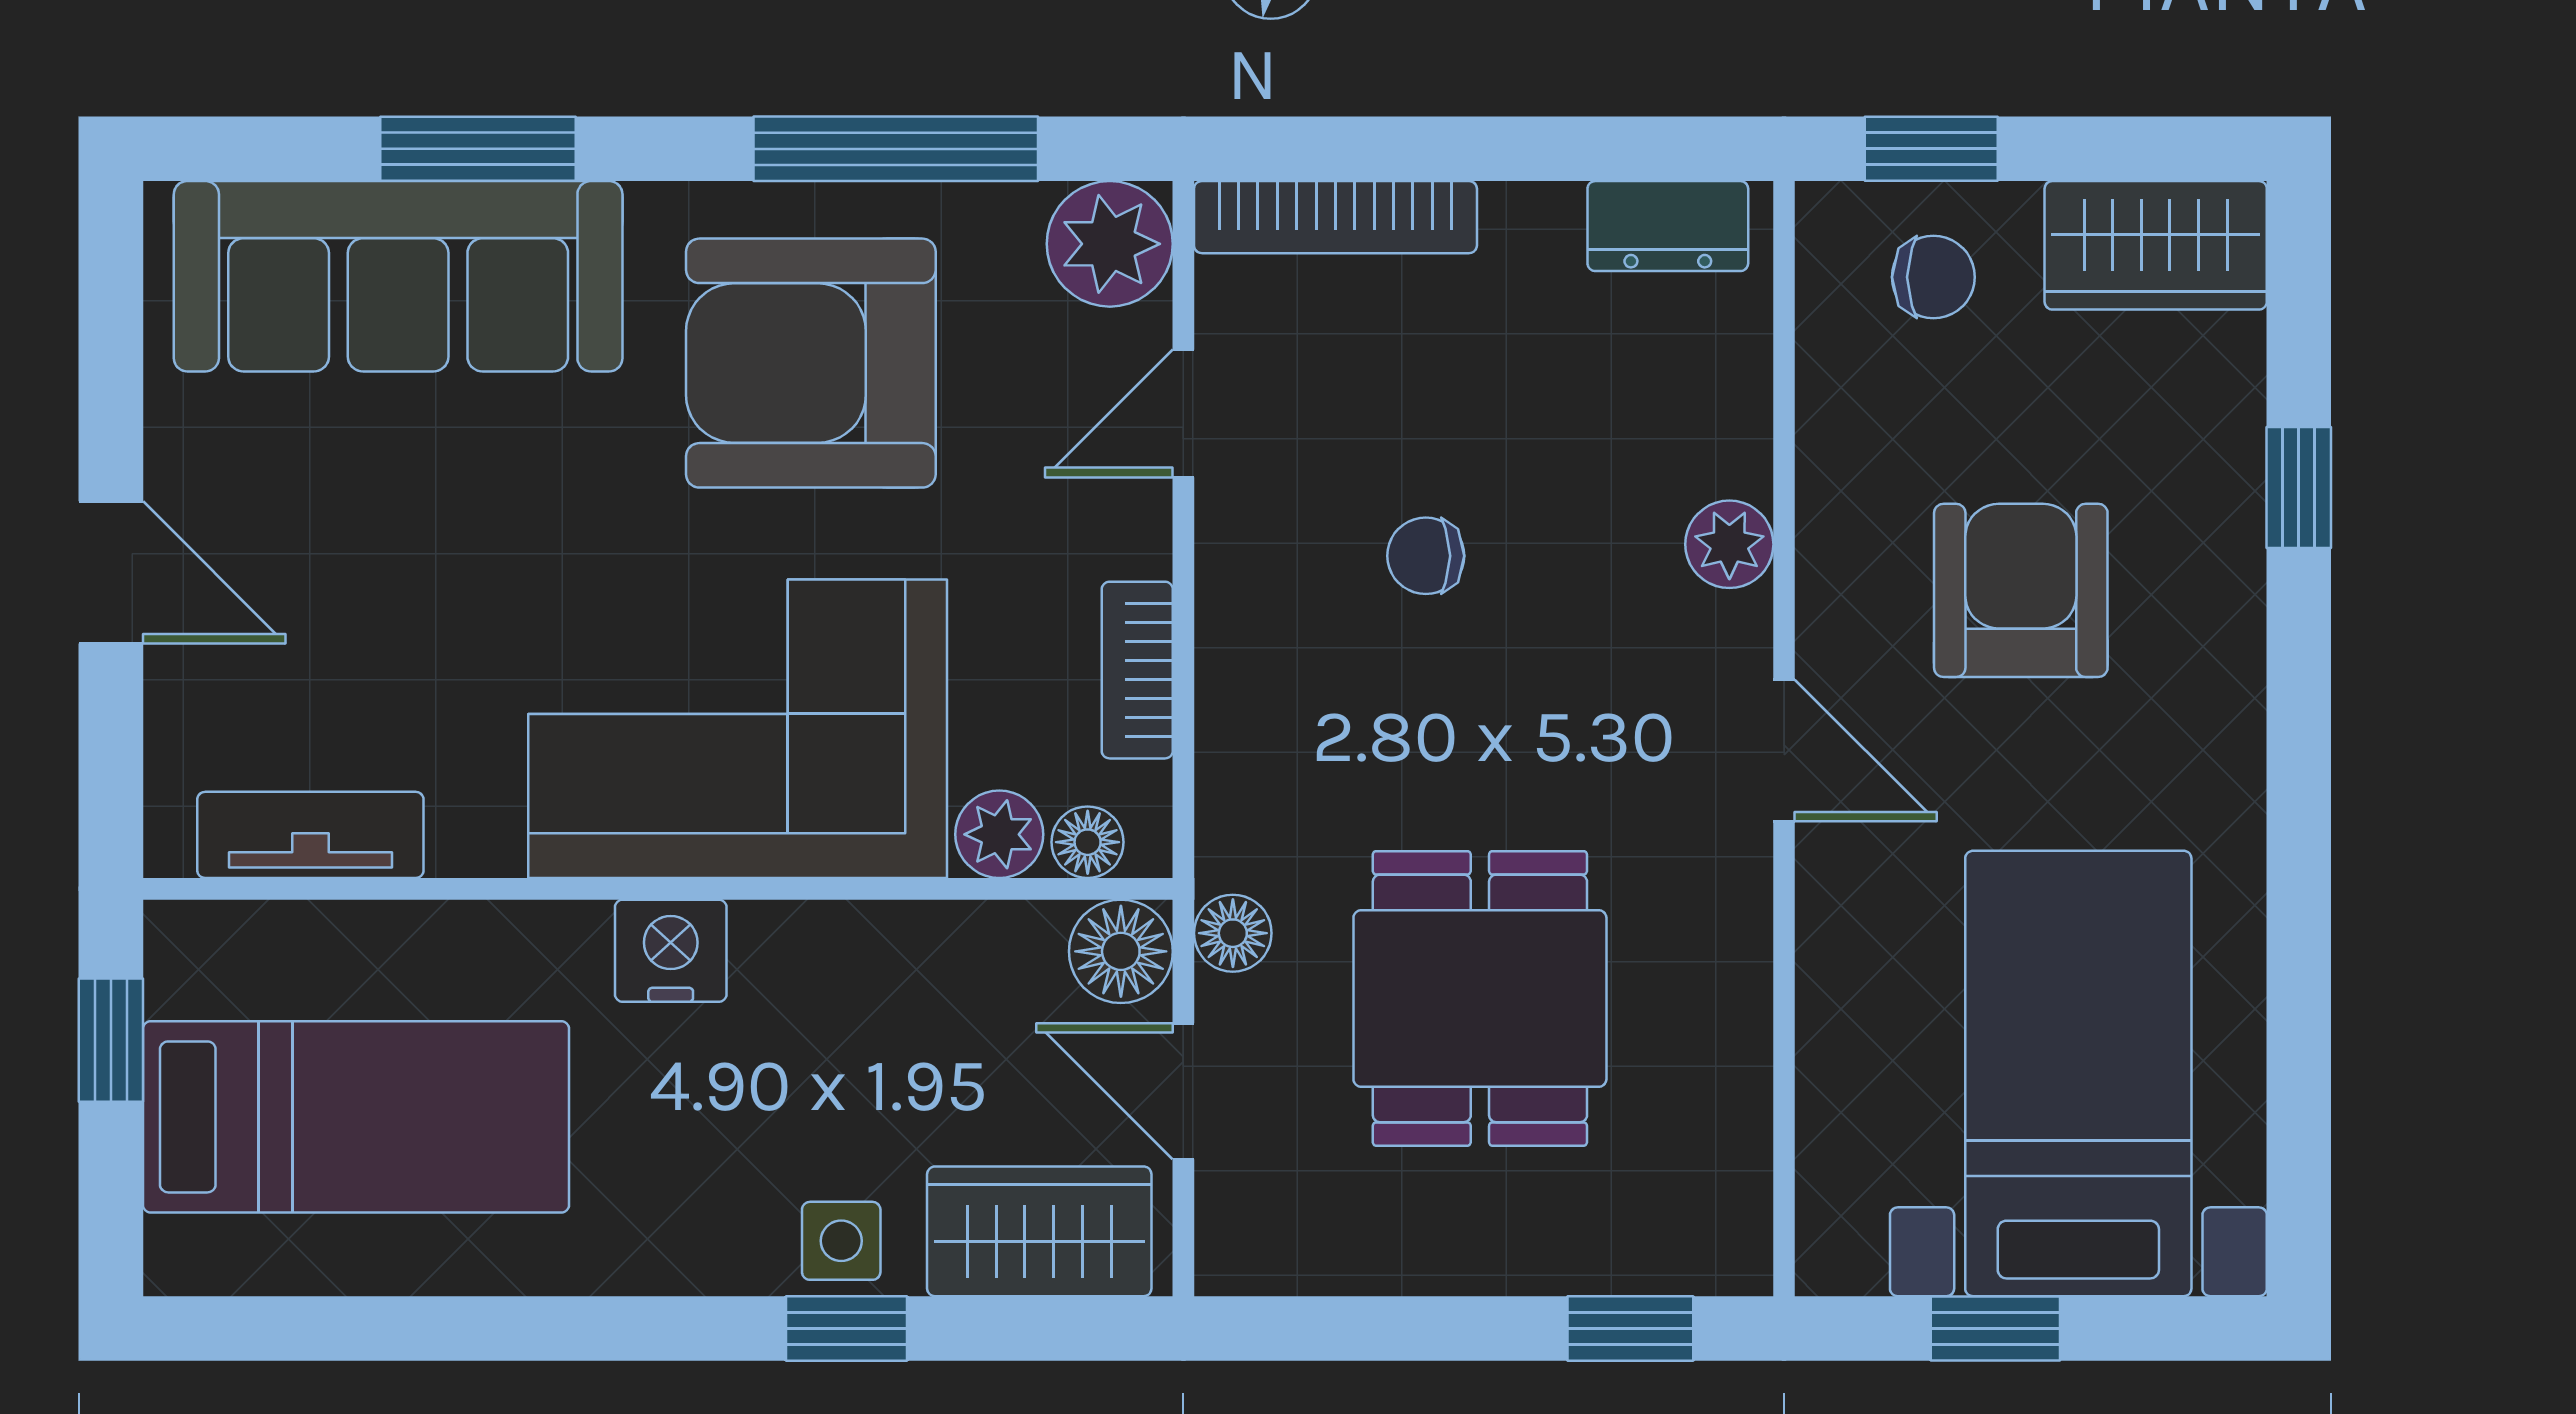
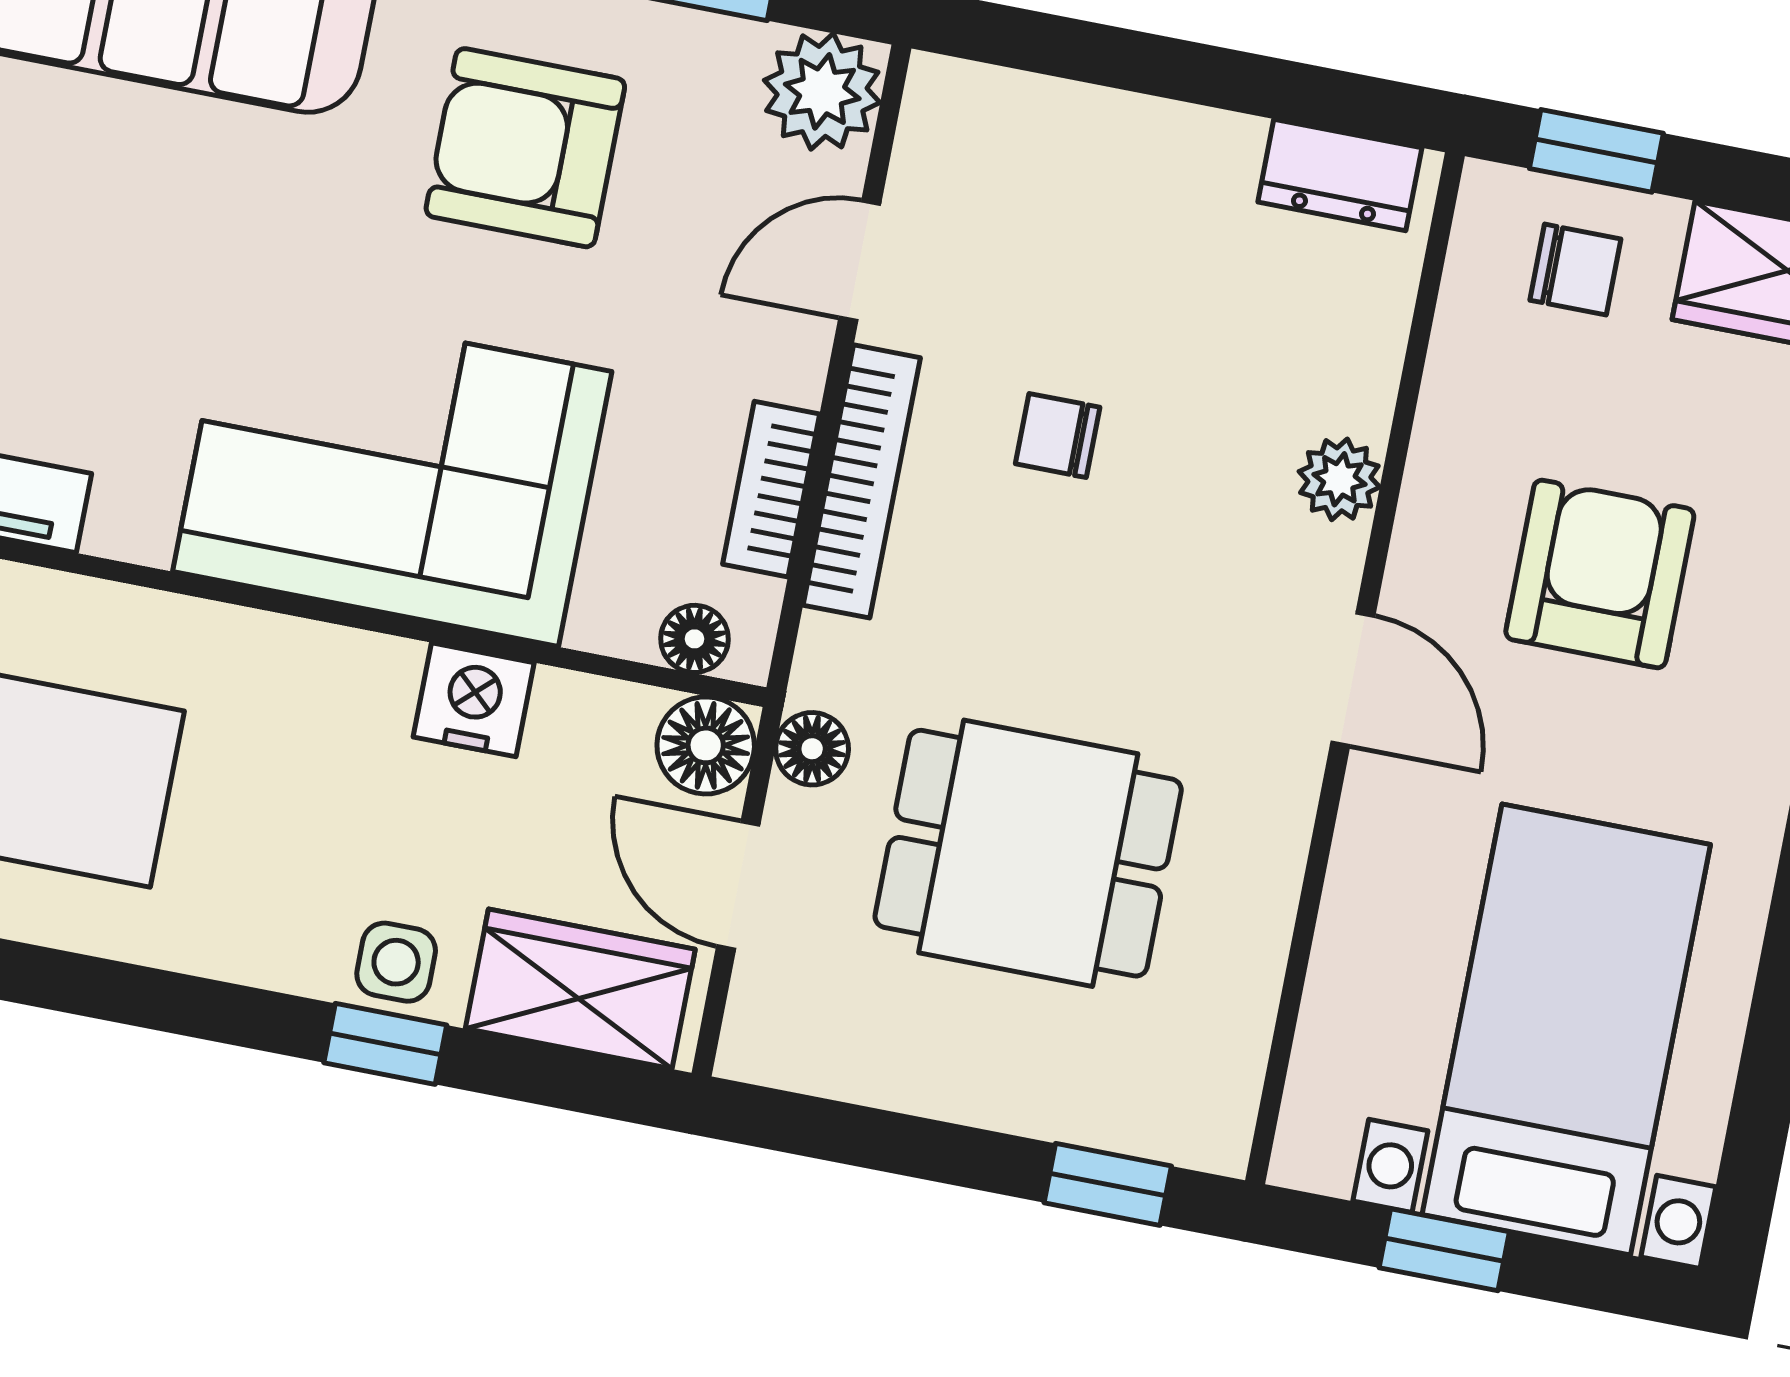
bookcase: (1335, 217) -> (862, 481), moved, turned -90
armchair: (811, 363) -> (525, 148), width x0.73, depth x0.73
plant: (999, 834) -> (615, 616), removed
nightstand: (671, 951) -> (474, 700), moved
dining table: (1480, 998) -> (1028, 853), turned 90

